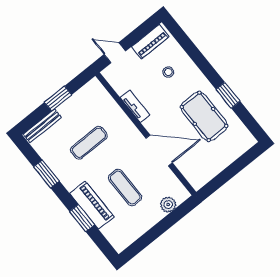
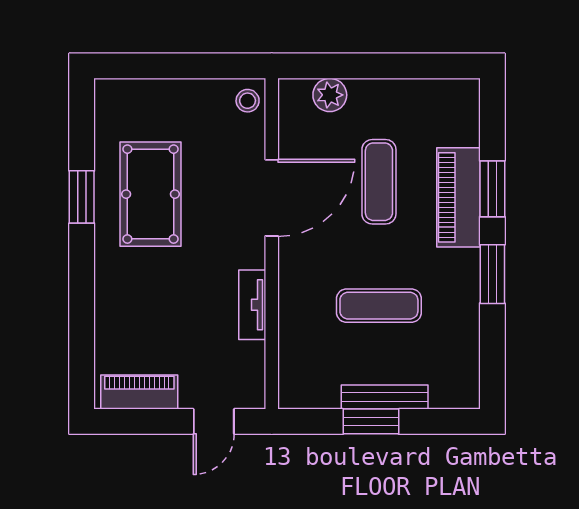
door: (115, 53) -> (214, 421), hinge flipped
stool: (168, 72) -> (248, 101), moved
bench: (42, 126) -> (385, 397), moved
door: (159, 150) -> (272, 198), swing flipped
window: (46, 174) -> (492, 274), moved

